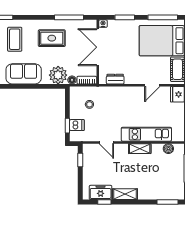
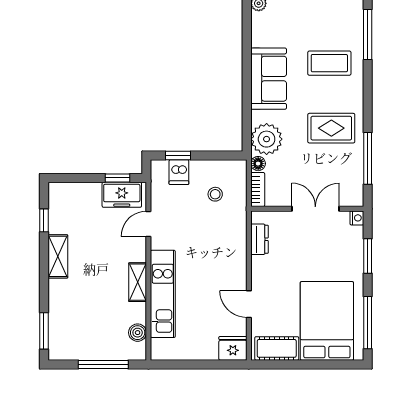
rug: (52, 38) -> (331, 128), turned 90
double door: (98, 47) -> (315, 209), width x0.73
freezer: (101, 192) -> (122, 195), moved, turned 90

